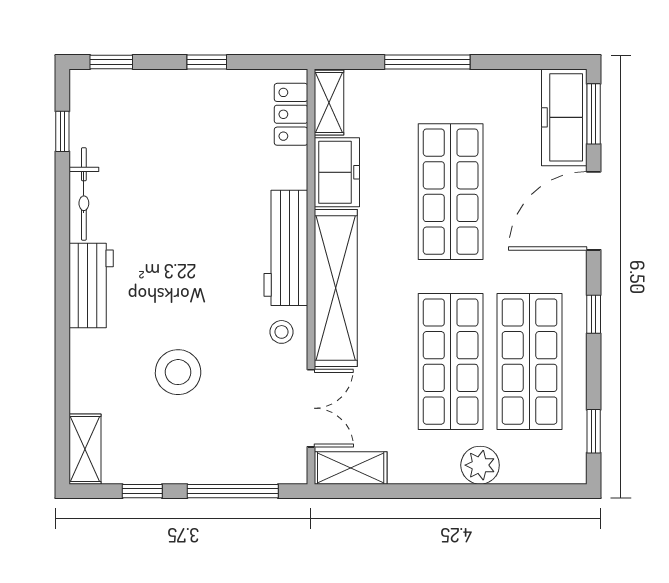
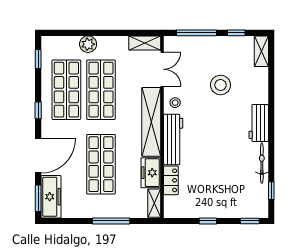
locker: (291, 114) -> (171, 180), moved
double door: (311, 408) -> (162, 69), swing flipped

